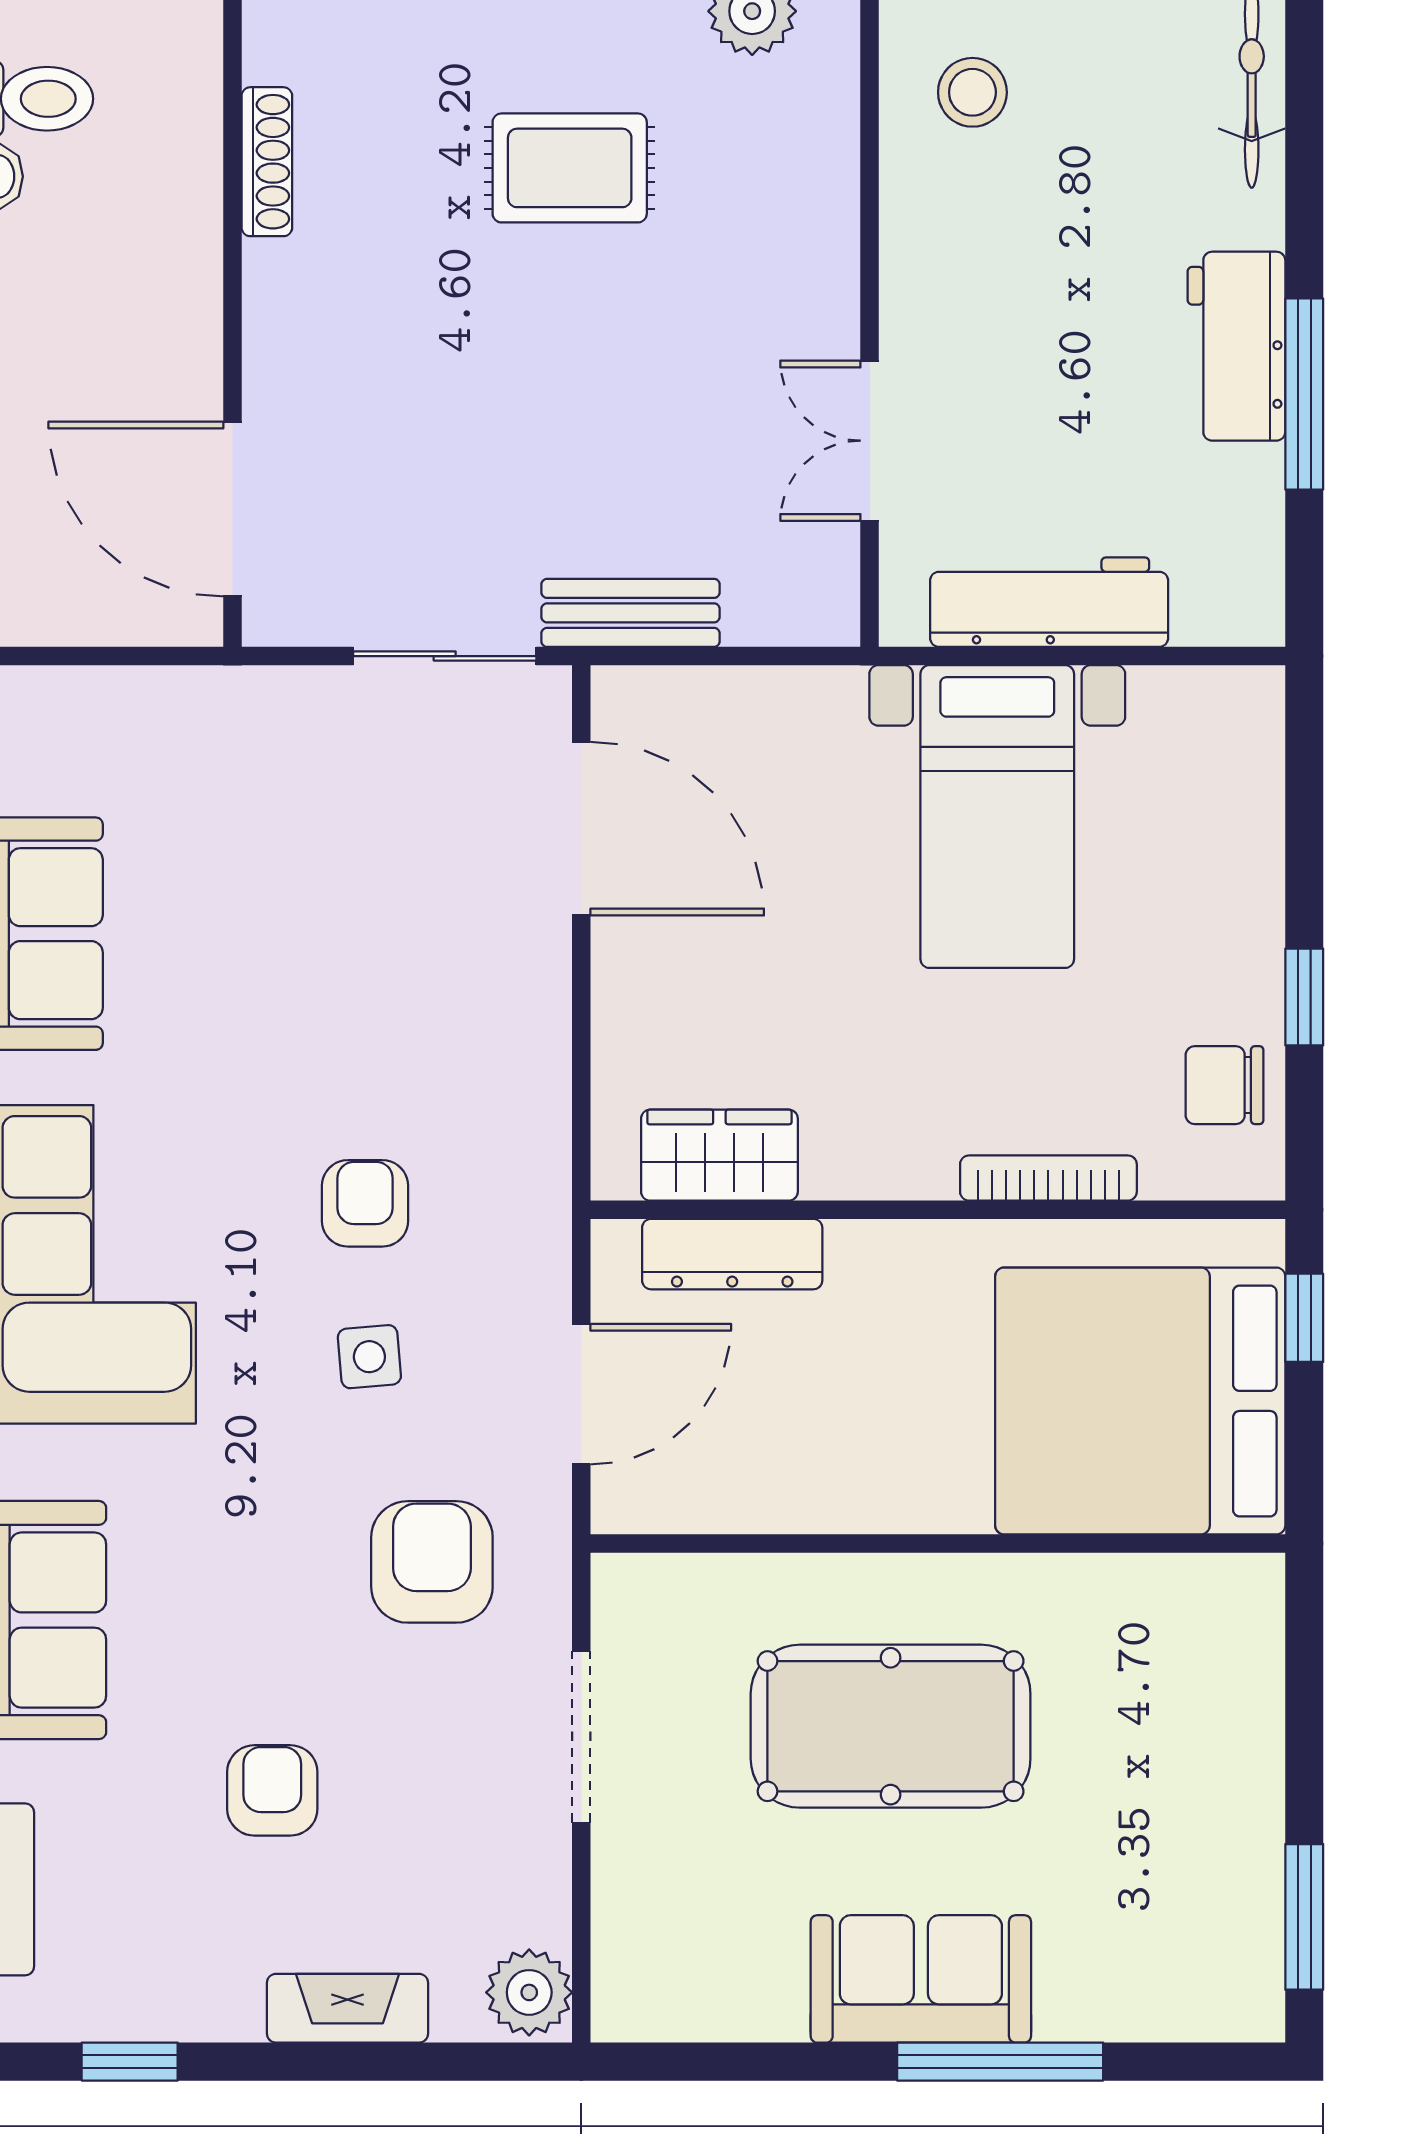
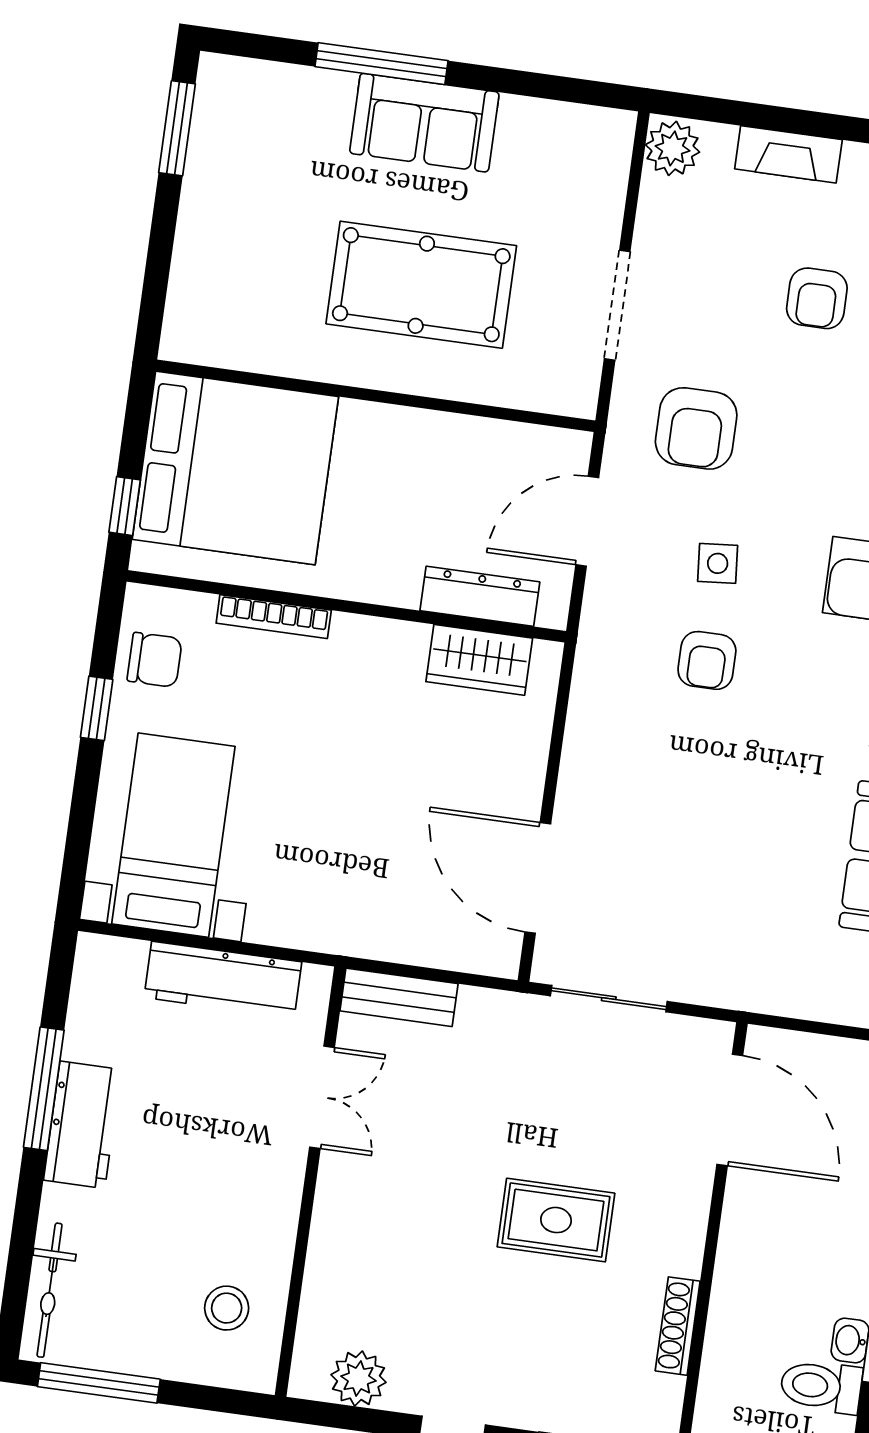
rug: (570, 168) -> (556, 1220), moved
bench: (631, 613) -> (399, 997), moved
bed with nightstands: (997, 817) -> (173, 835), moved

